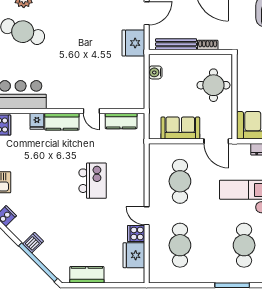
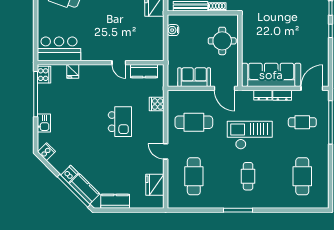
kitchen counter: (62, 122) -> (84, 189), moved, turned -135
cafe table: (180, 181) -> (194, 122), turned 90
cooker: (136, 233) -> (157, 104), moved
cafe table: (244, 245) -> (248, 176), width x0.73, depth x0.74

